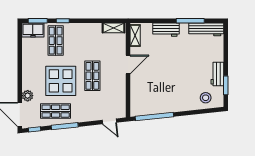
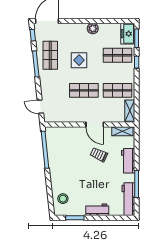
shop shelf: (92, 41) -> (118, 90), added
trolley: (159, 60) -> (99, 155), added
workbench: (217, 74) -> (97, 210), moved
display table: (61, 81) -> (79, 60), width x0.54, depth x0.54
plant: (28, 96) -> (93, 29), moved
door: (109, 121) -> (40, 107), hinge flipped

